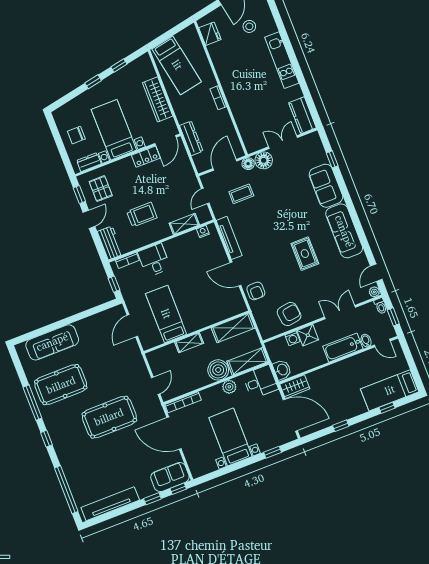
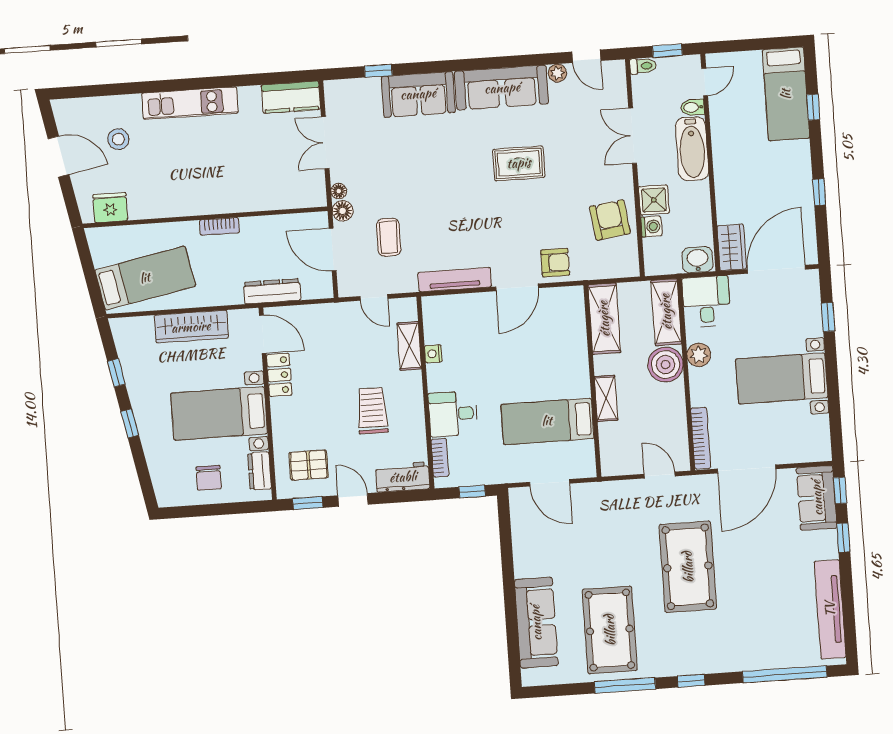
floor lamp: (264, 160) -> (339, 191), width x0.53, depth x0.53
nightstand: (203, 231) -> (433, 354), moved
plant: (374, 292) -> (557, 73), moved

